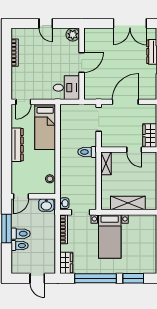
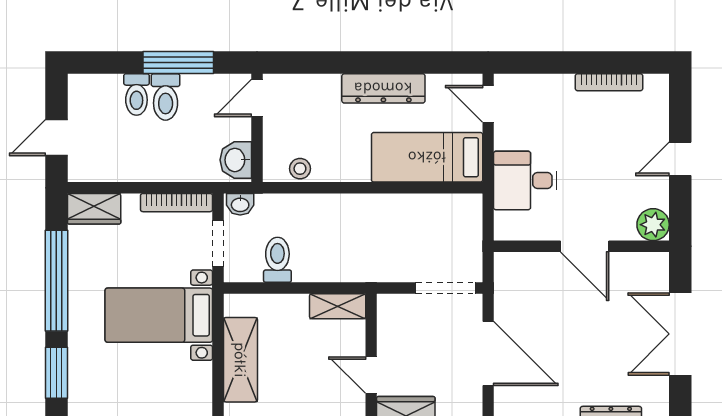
double door: (130, 23) -> (680, 334), moved
desk: (66, 88) -> (525, 181), moved, turned 90
door: (134, 150) -> (371, 375), hinge flipped
toilet: (87, 152) -> (277, 260), moved
door: (21, 196) -> (257, 98), hinge flipped

